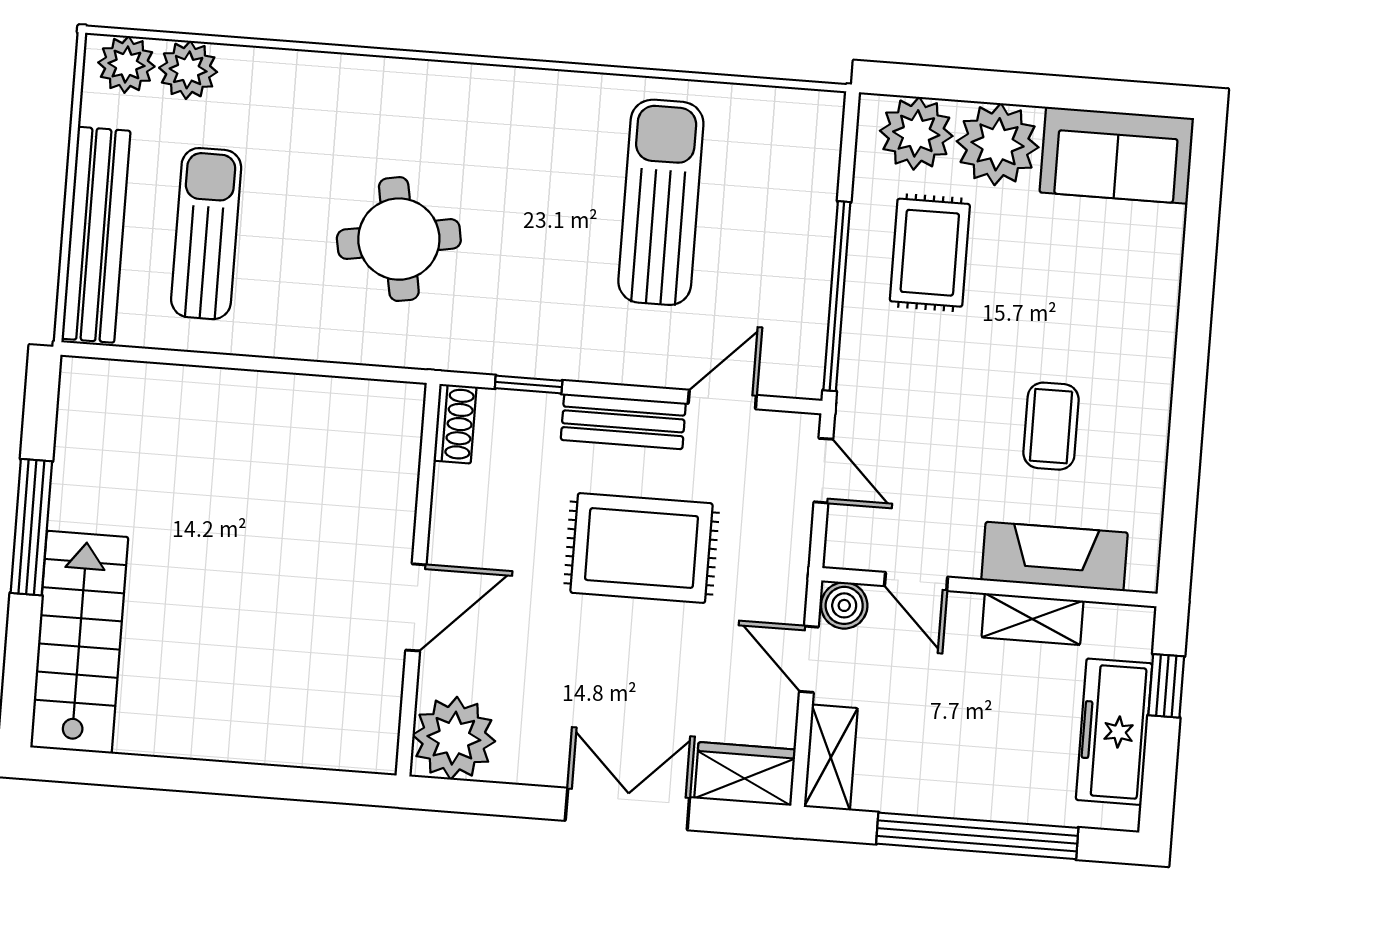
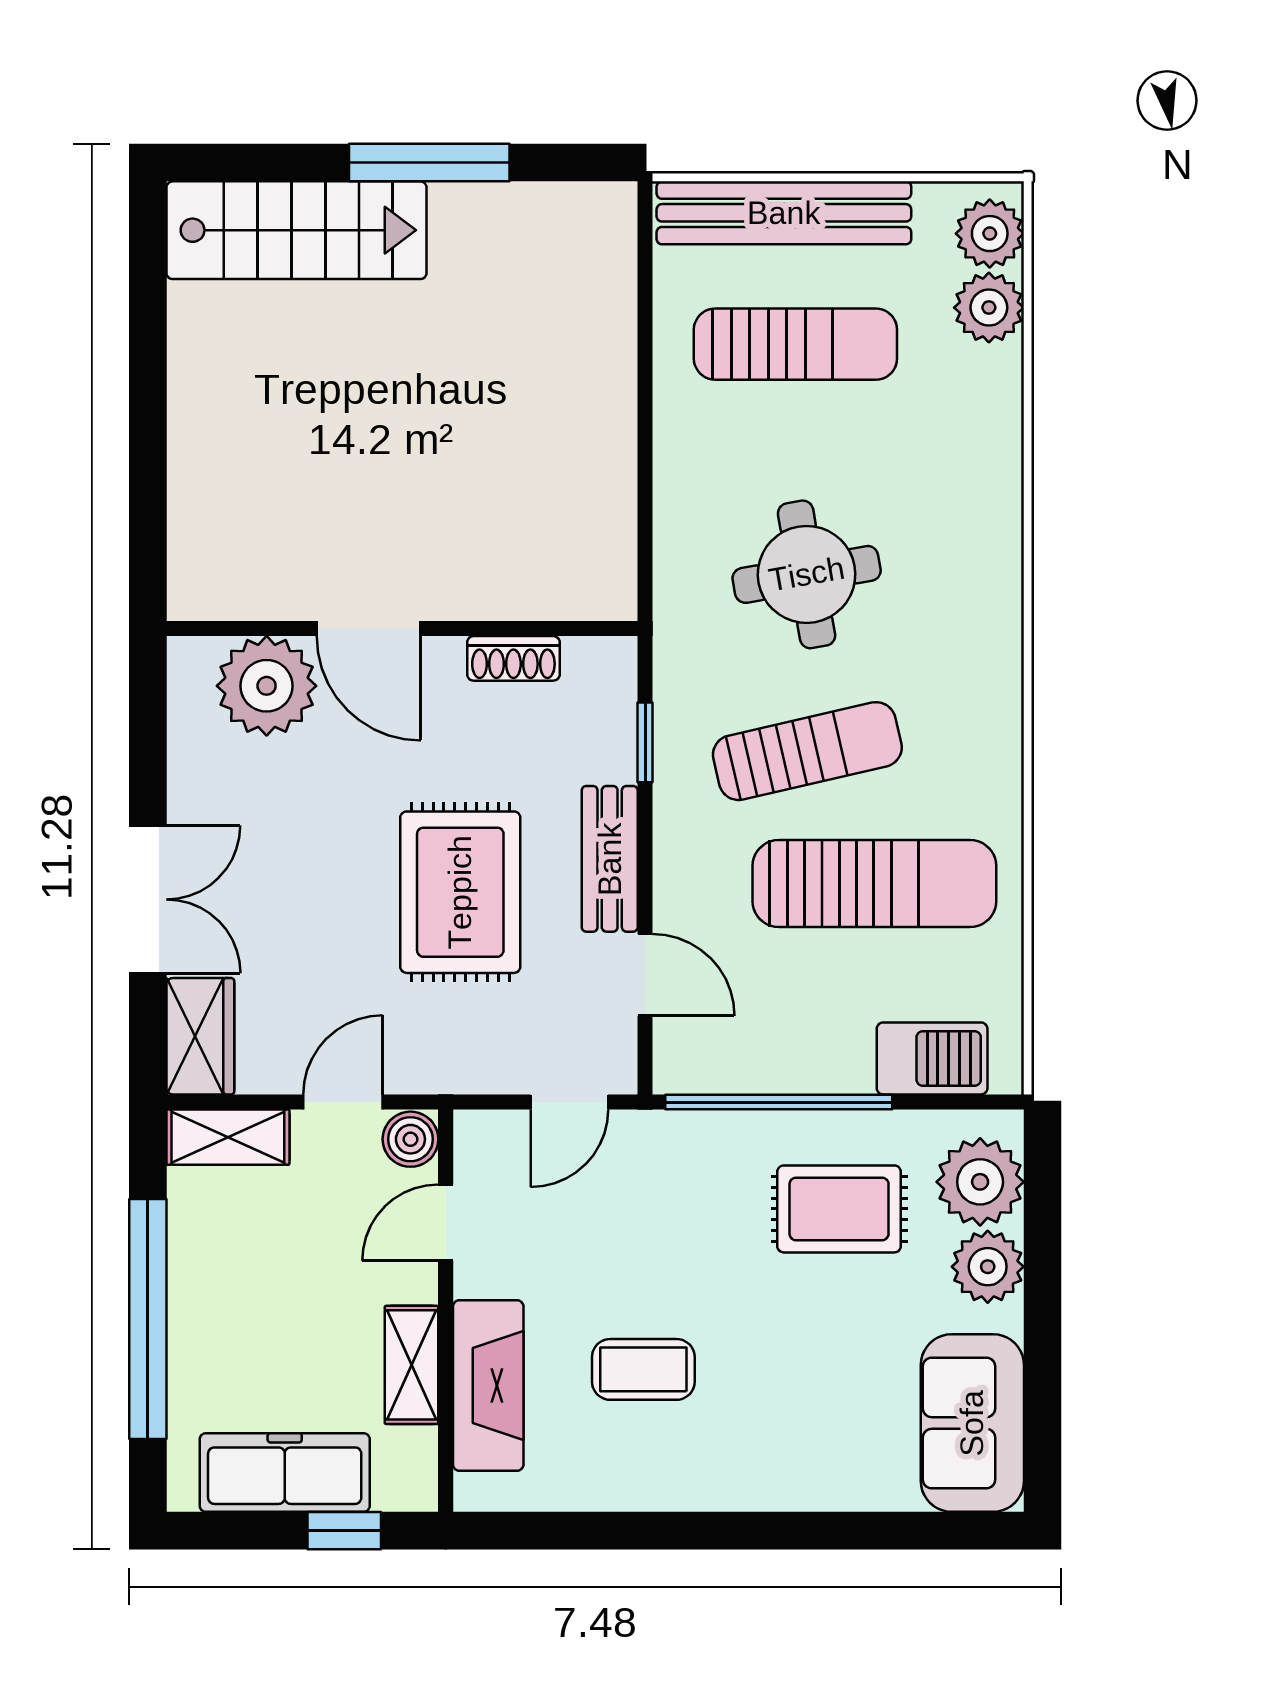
plant: (998, 144) -> (988, 1267), width x0.73, depth x0.73
barbecue: (810, 165) -> (932, 1058), added
sun lounger: (546, 250) -> (807, 751), added
shoe rack: (455, 424) -> (513, 658), moved
plant: (454, 738) -> (267, 686), moved

